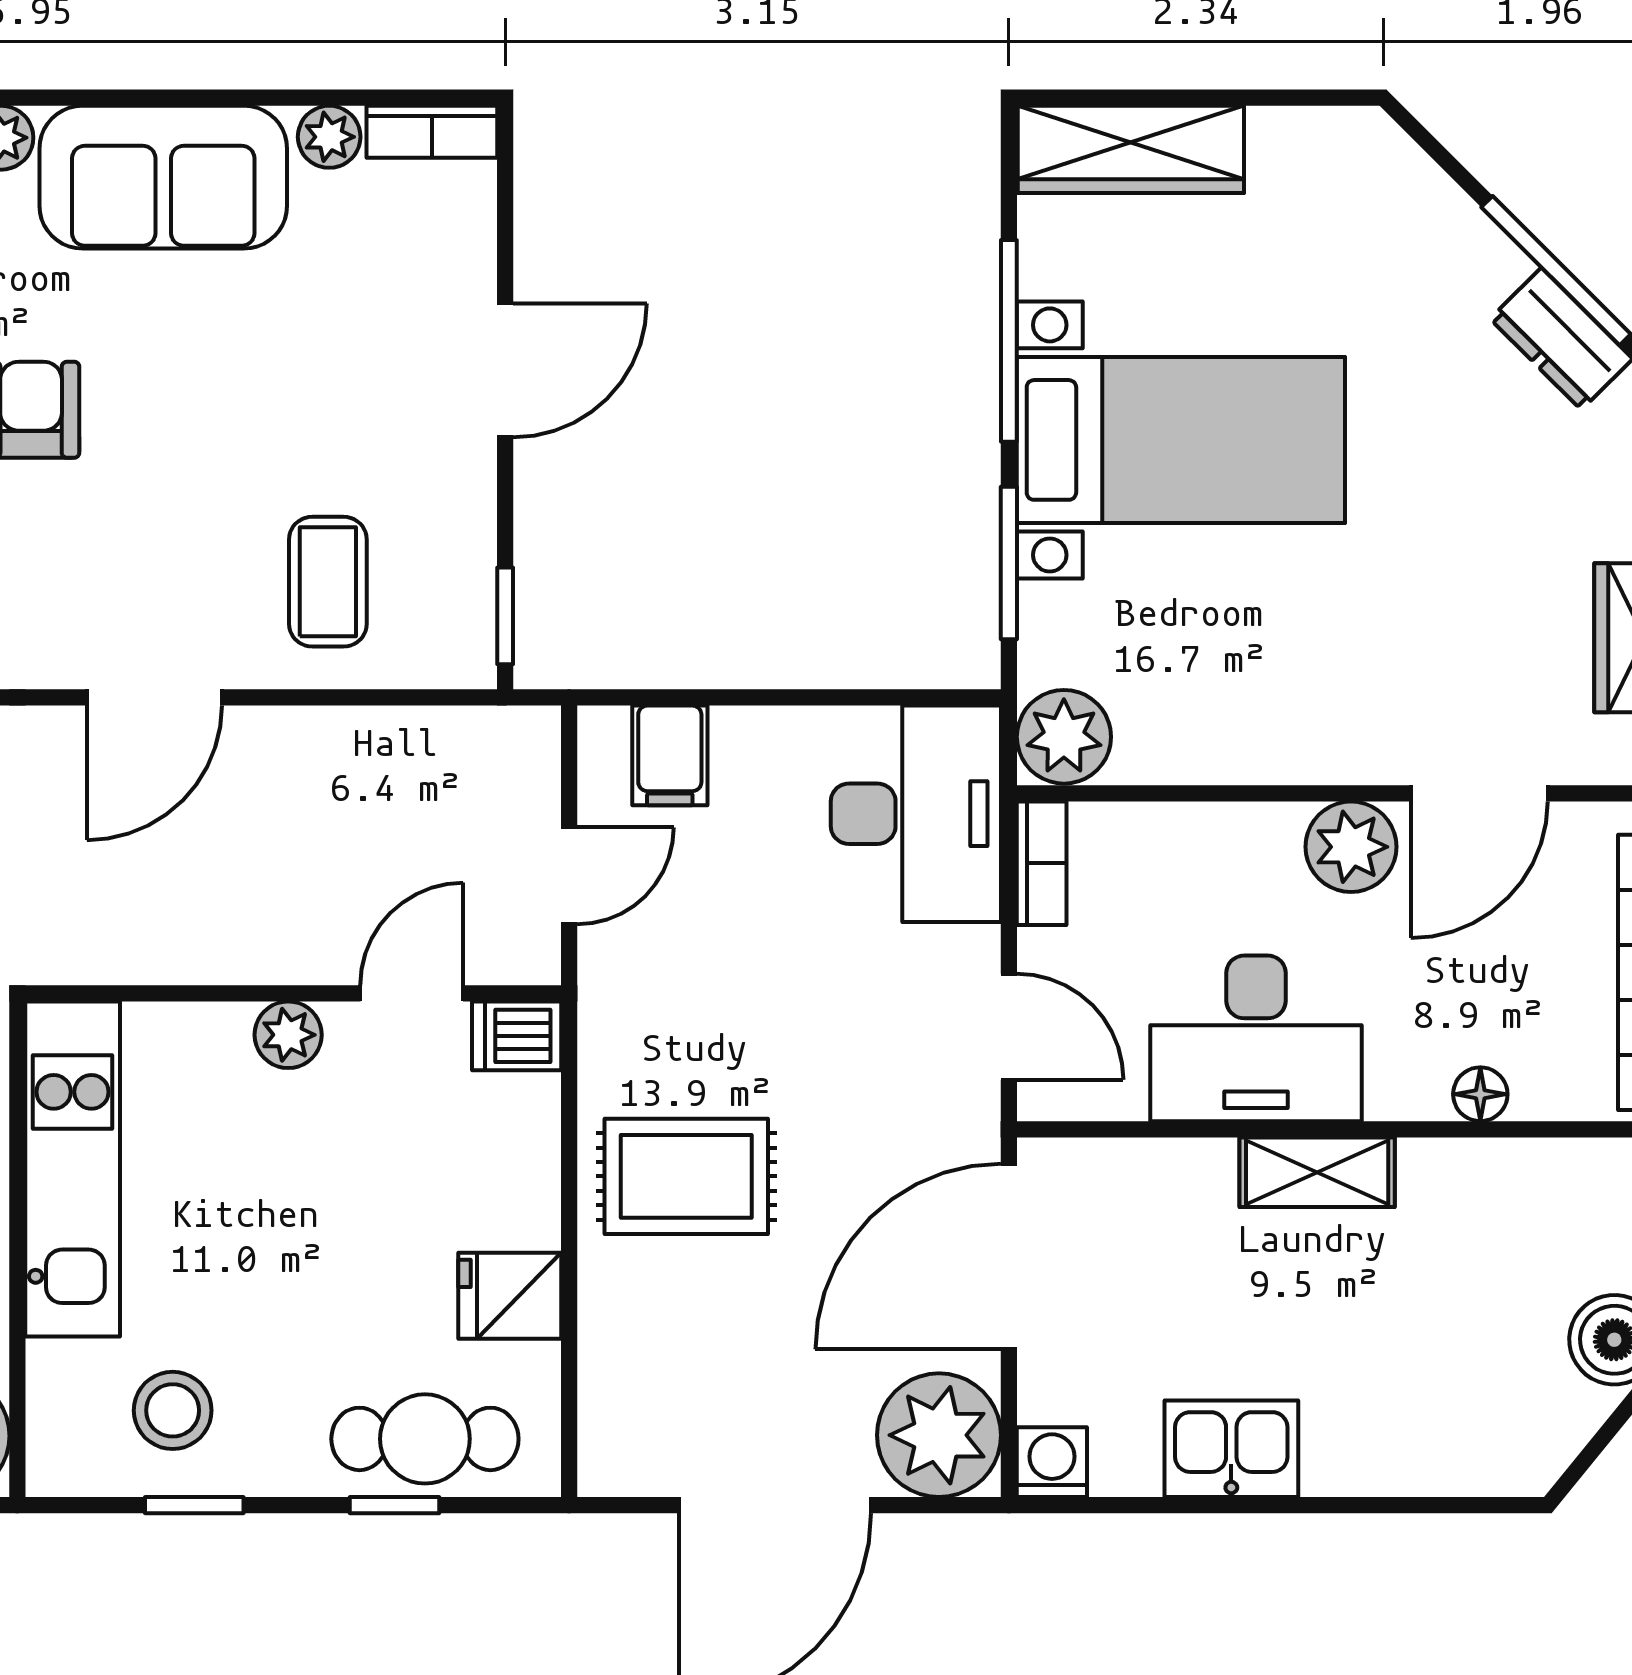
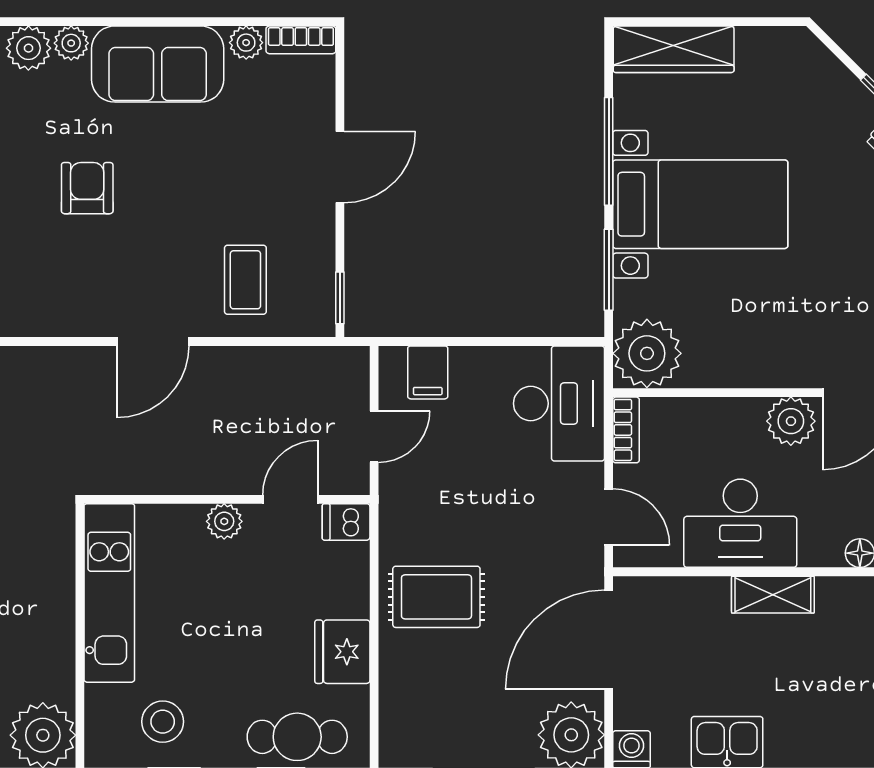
plant: (1064, 737) -> (647, 353), width x1.36, depth x1.36
fridge: (510, 1296) -> (342, 652), width x1.38

